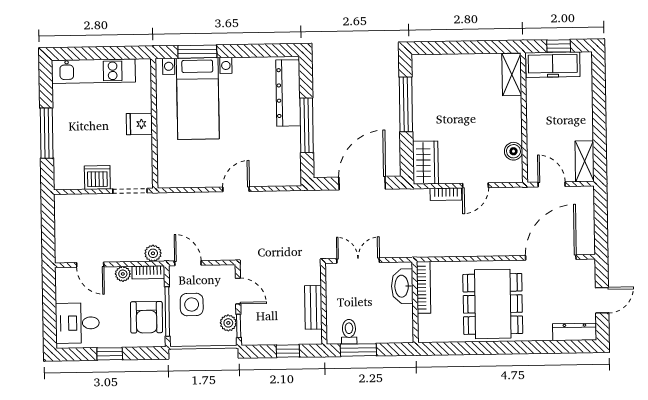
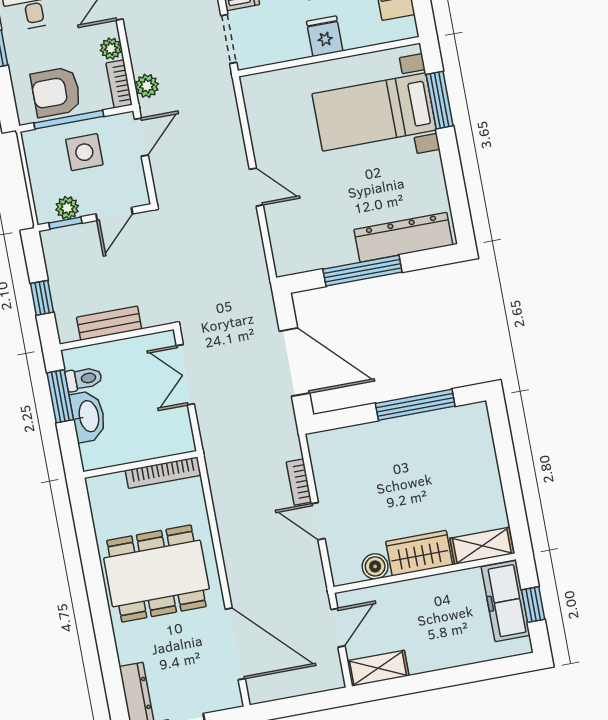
wardrobe: (425, 163) -> (419, 553), moved, turned 180
double door: (358, 260) -> (185, 375), swing flipped
washbasin: (402, 286) -> (88, 416), moved, turned 90

